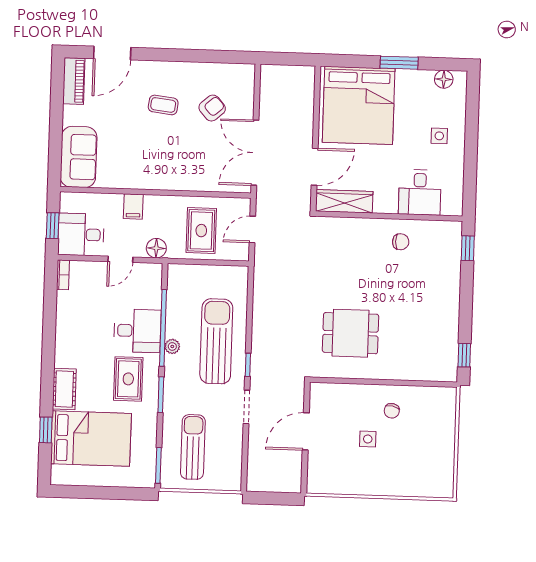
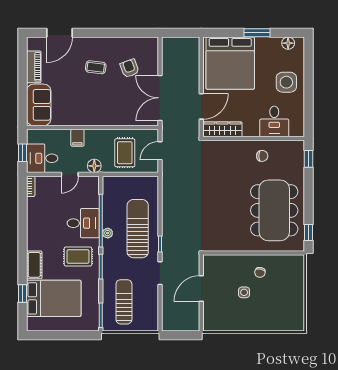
piano: (74, 81) -> (34, 67), moved
armchair: (212, 108) -> (129, 68), turned -69
side table: (439, 136) -> (286, 82), width x1.87, depth x1.87
dining table: (351, 333) -> (274, 210), moved, width x1.88, depth x1.24
rug: (128, 379) -> (78, 256), turned 90

